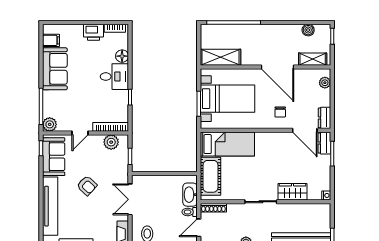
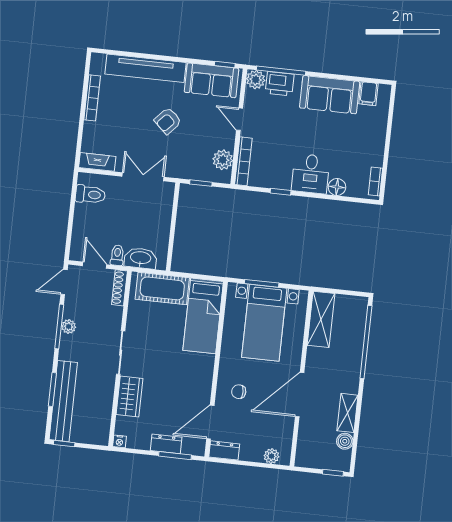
printer: (94, 32) -> (280, 84), moved, turned -90
shelving: (313, 59) -> (347, 413), moved
dresser: (324, 143) -> (166, 444), moved

